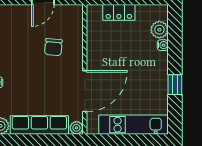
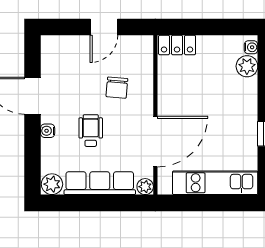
locker: (119, 12) -> (177, 45), moved
water cooler: (163, 45) -> (251, 47), moved
wheelchair: (32, 82) -> (91, 131), added

